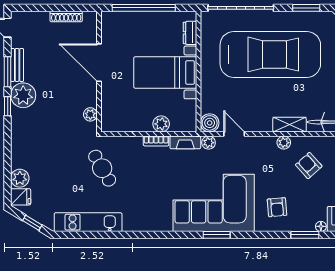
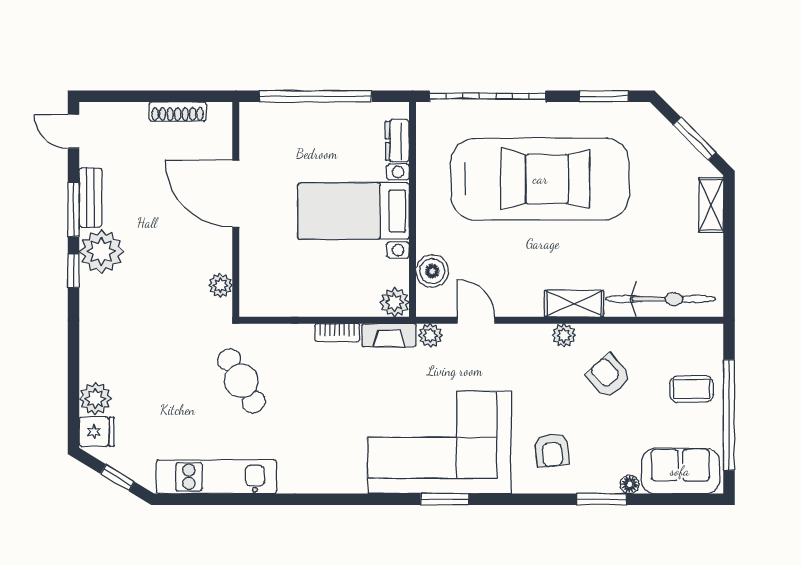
boiler: (210, 123) -> (432, 271), moved
plant: (161, 124) -> (395, 302), moved

